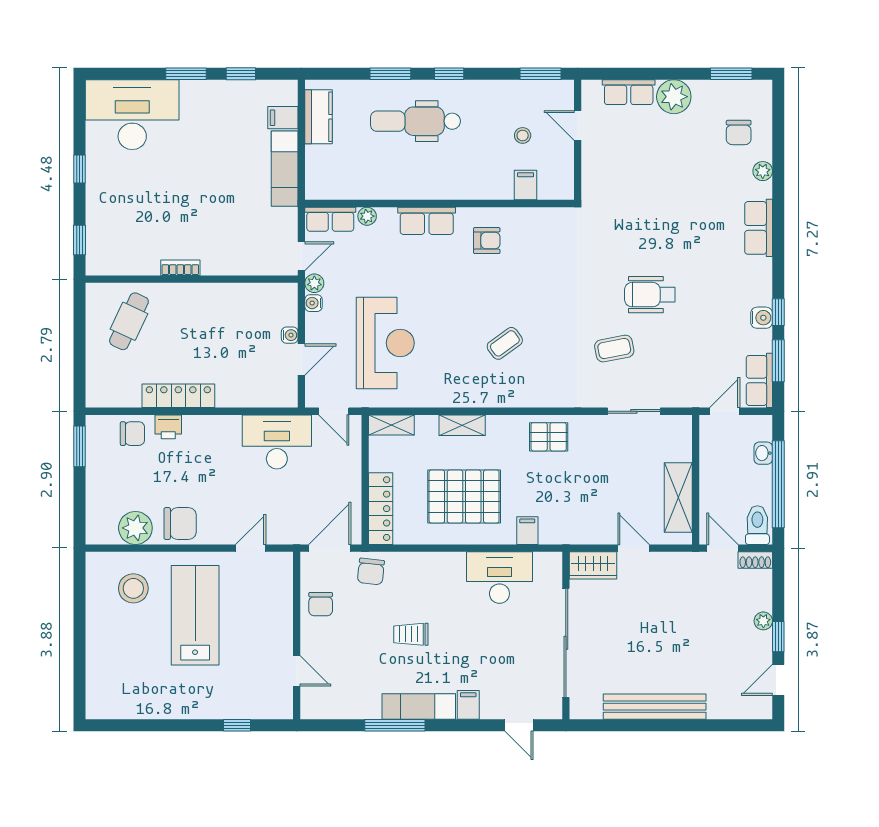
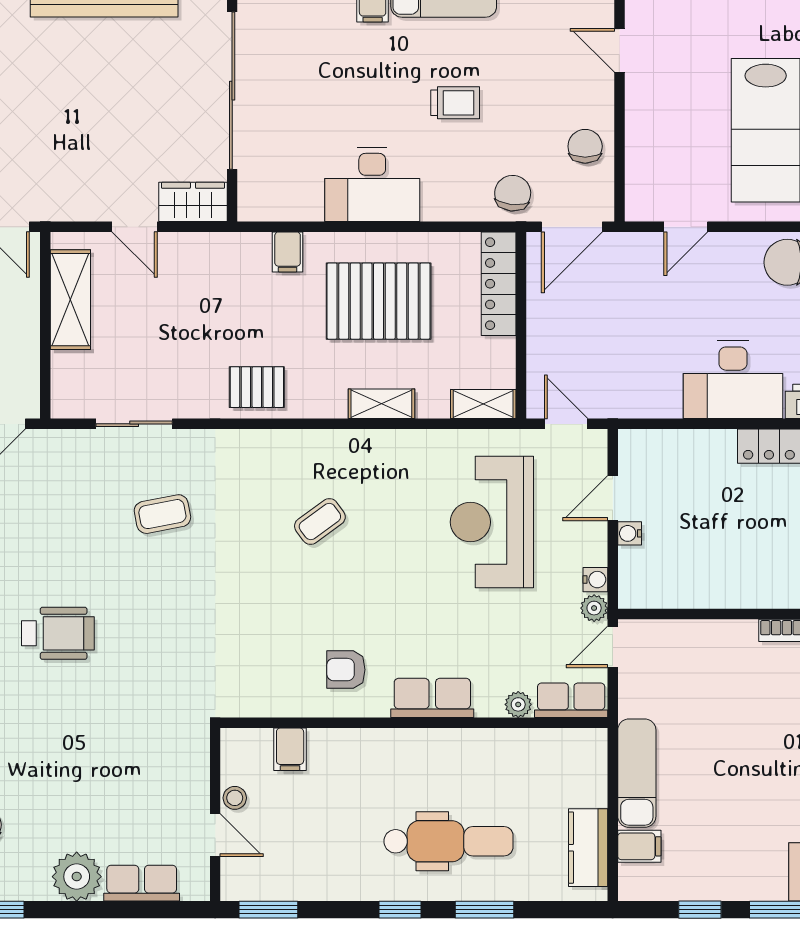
stool: (523, 135) -> (235, 798), moved
wheelchair: (650, 295) -> (58, 633), moved
desk: (277, 442) -> (733, 380), moved
desk: (499, 578) -> (372, 184), moved

